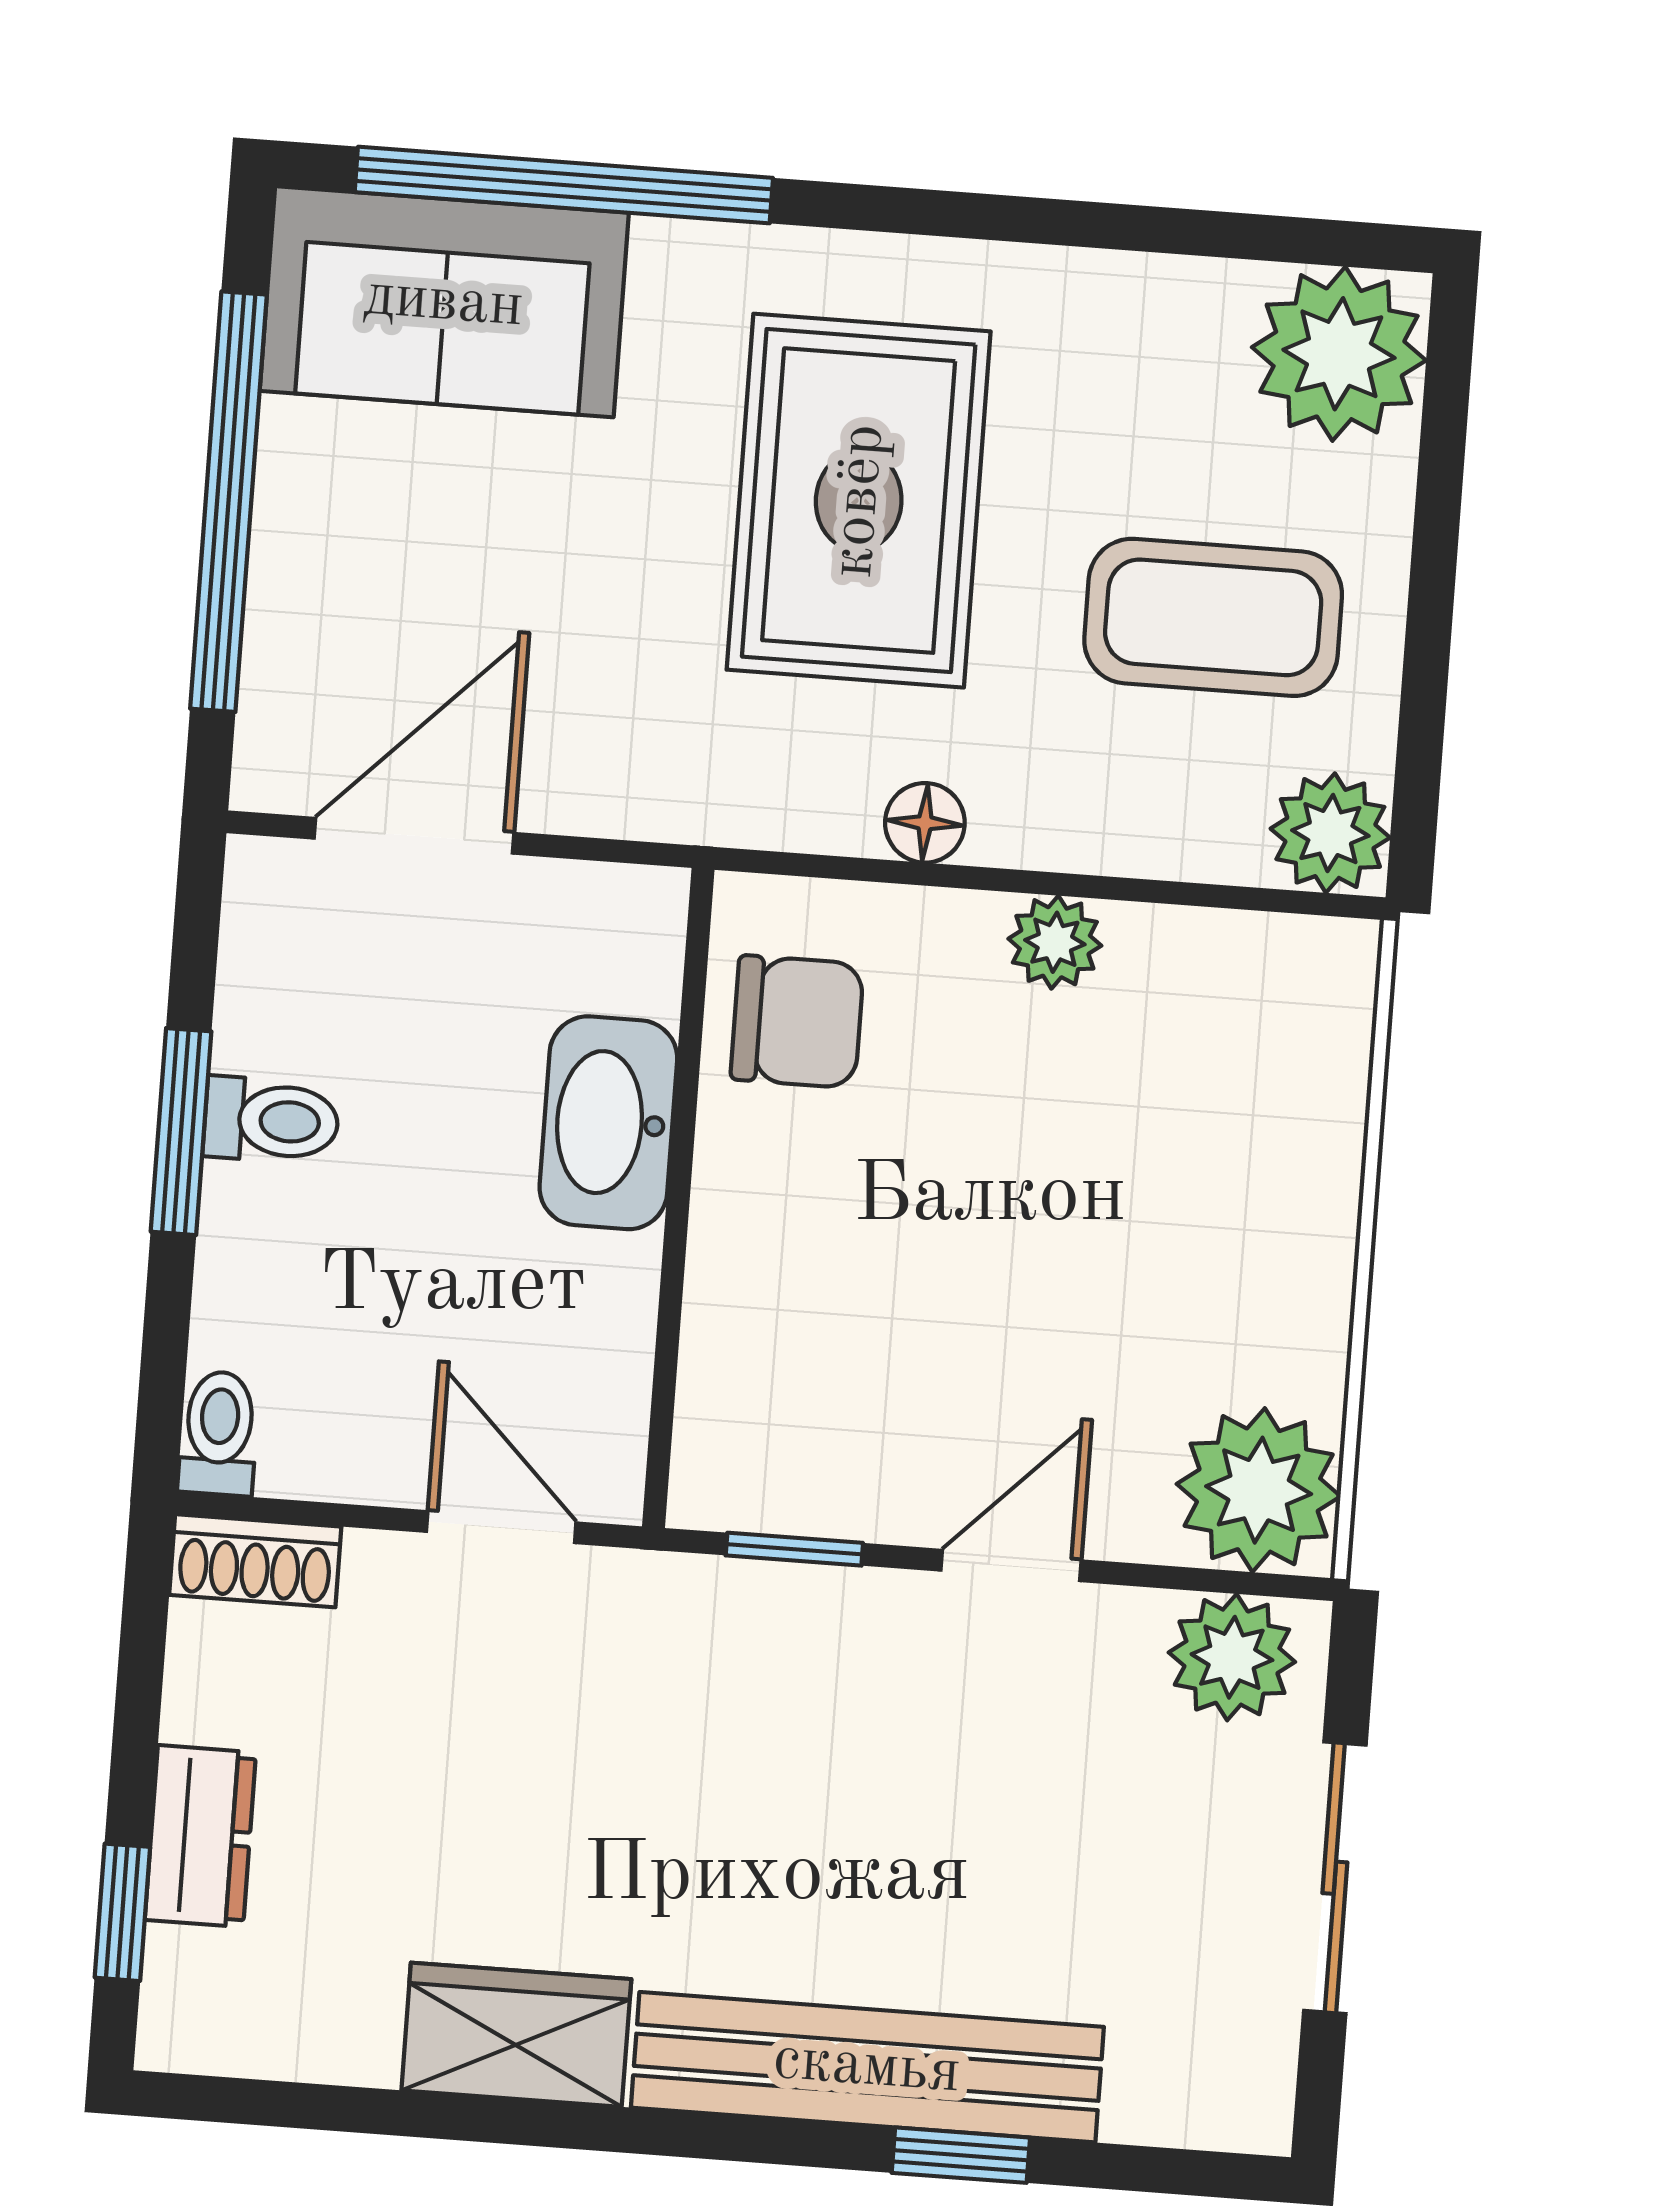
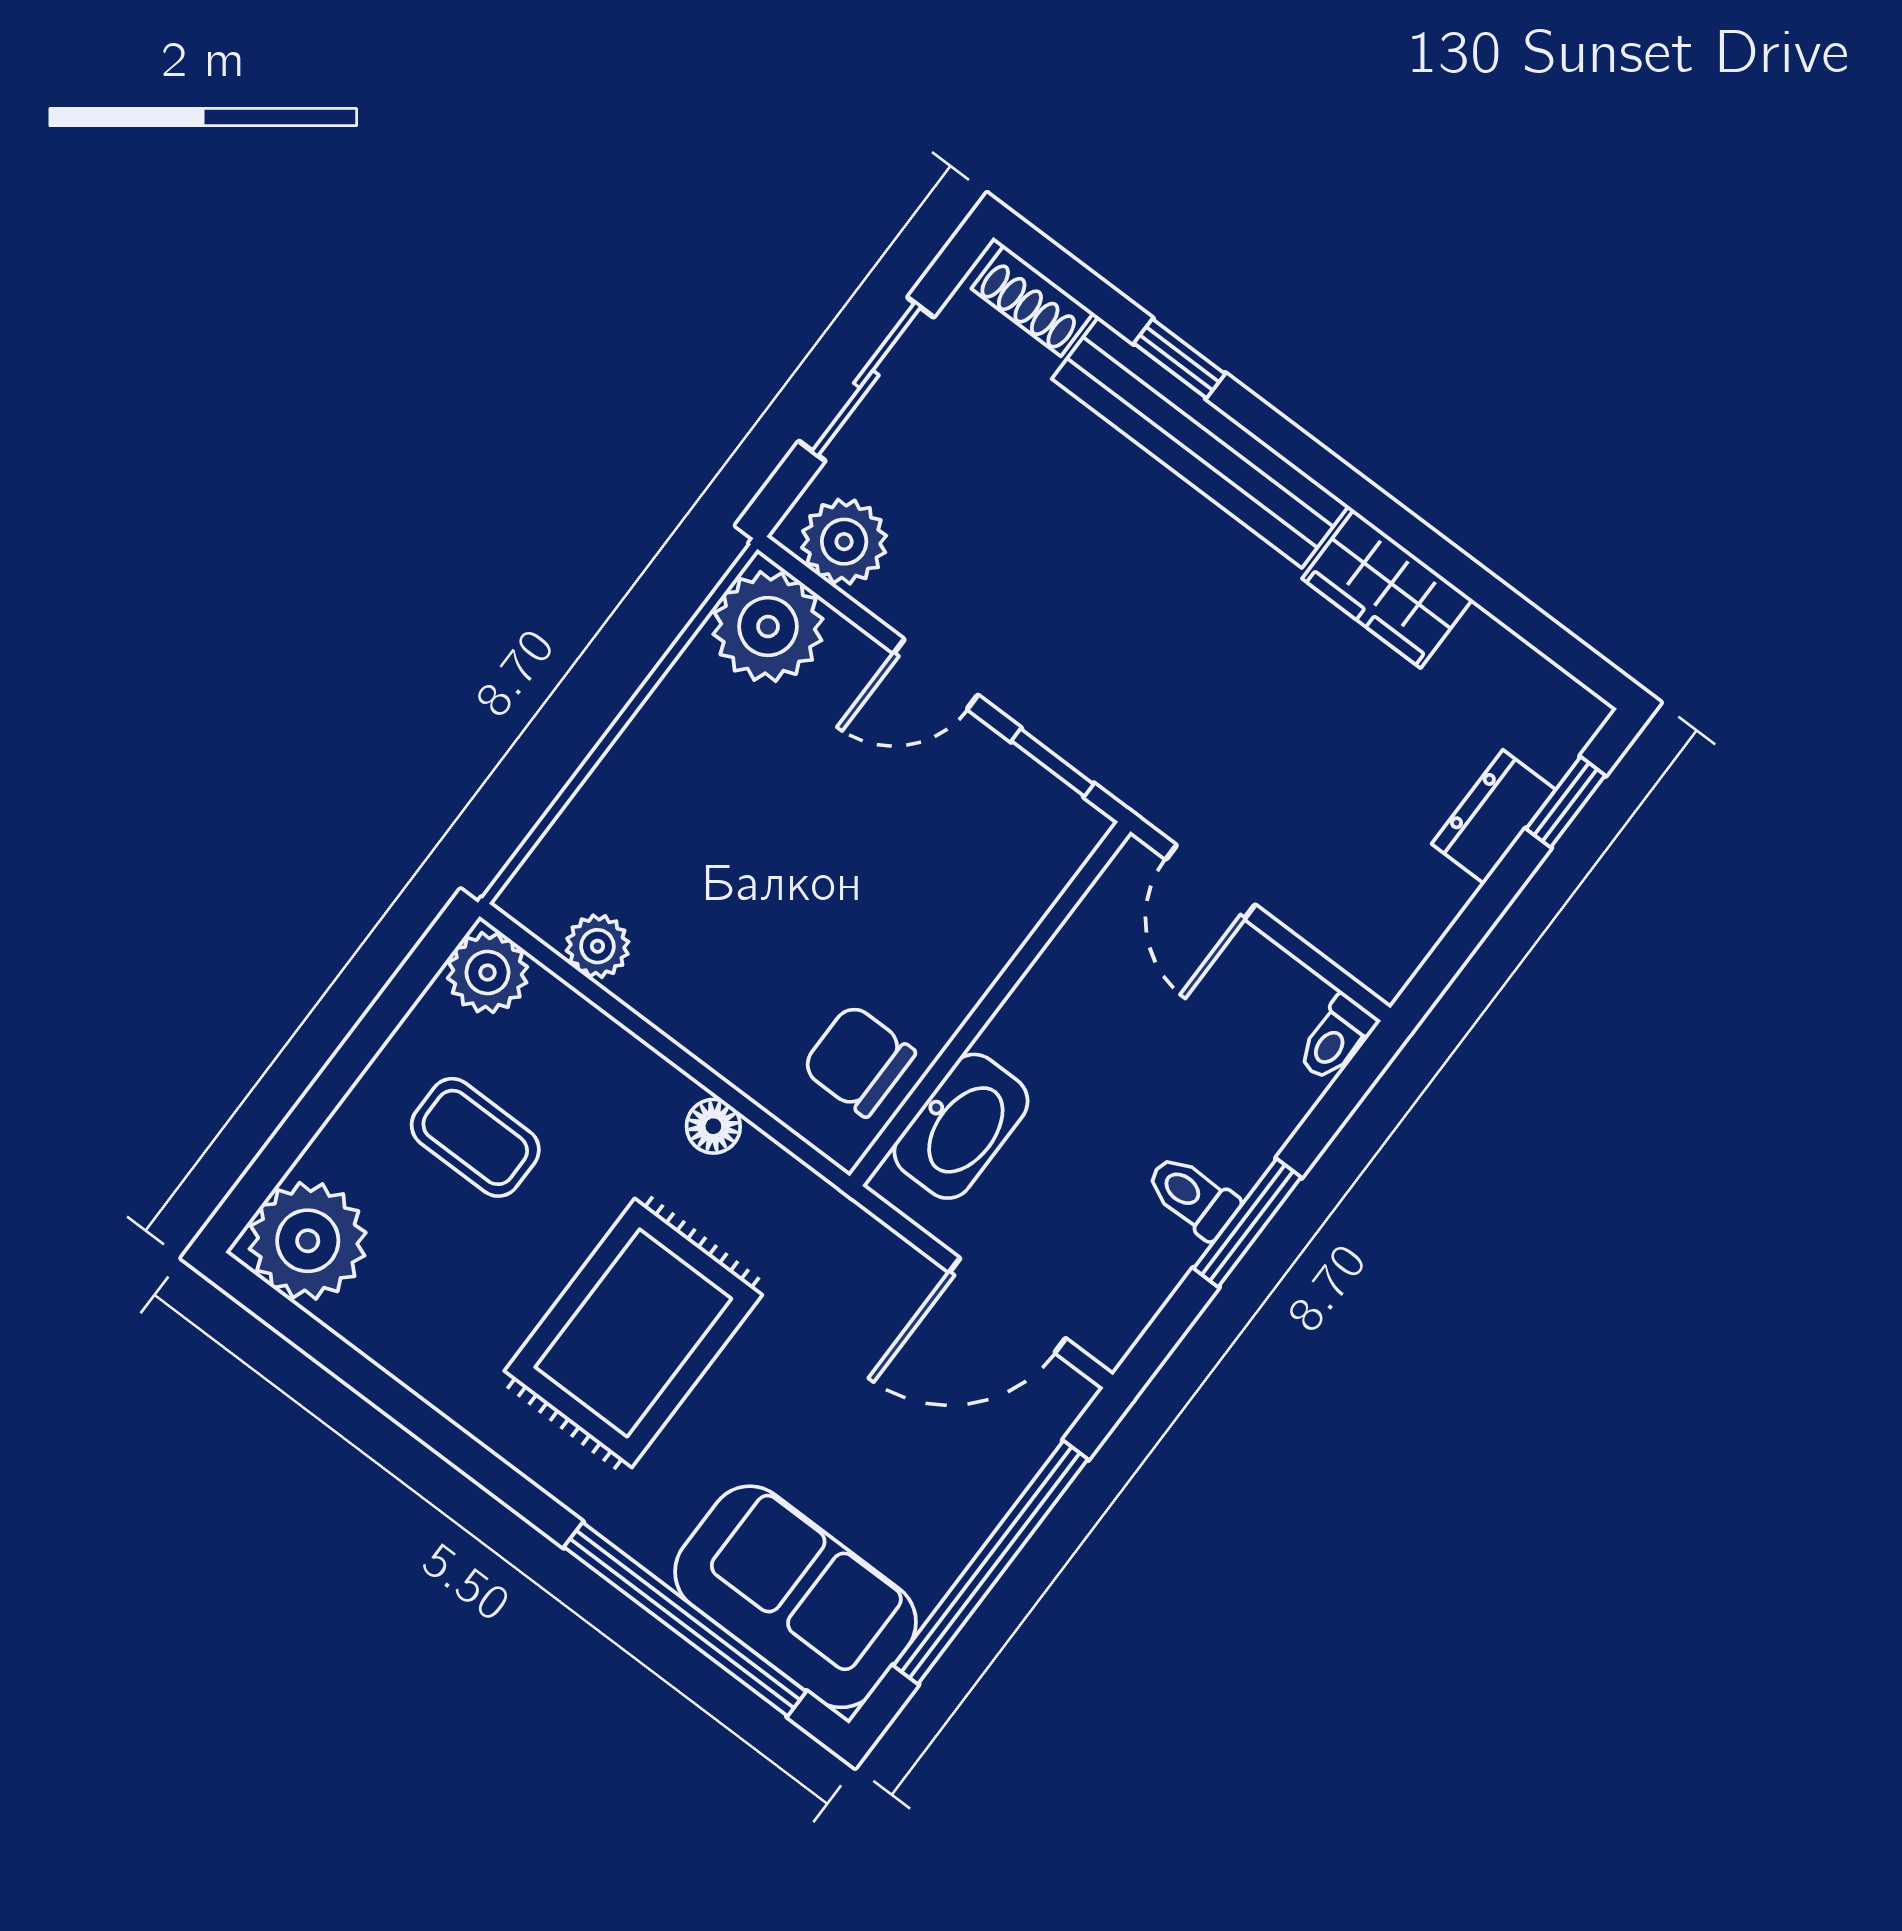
coffee table: (1213, 617) -> (475, 1137), width x0.73, depth x0.77
plant: (1055, 942) -> (597, 946), moved
washbasin: (608, 1123) -> (961, 1126), moved
shoe rack: (255, 1561) -> (1032, 301), moved, turned 180

